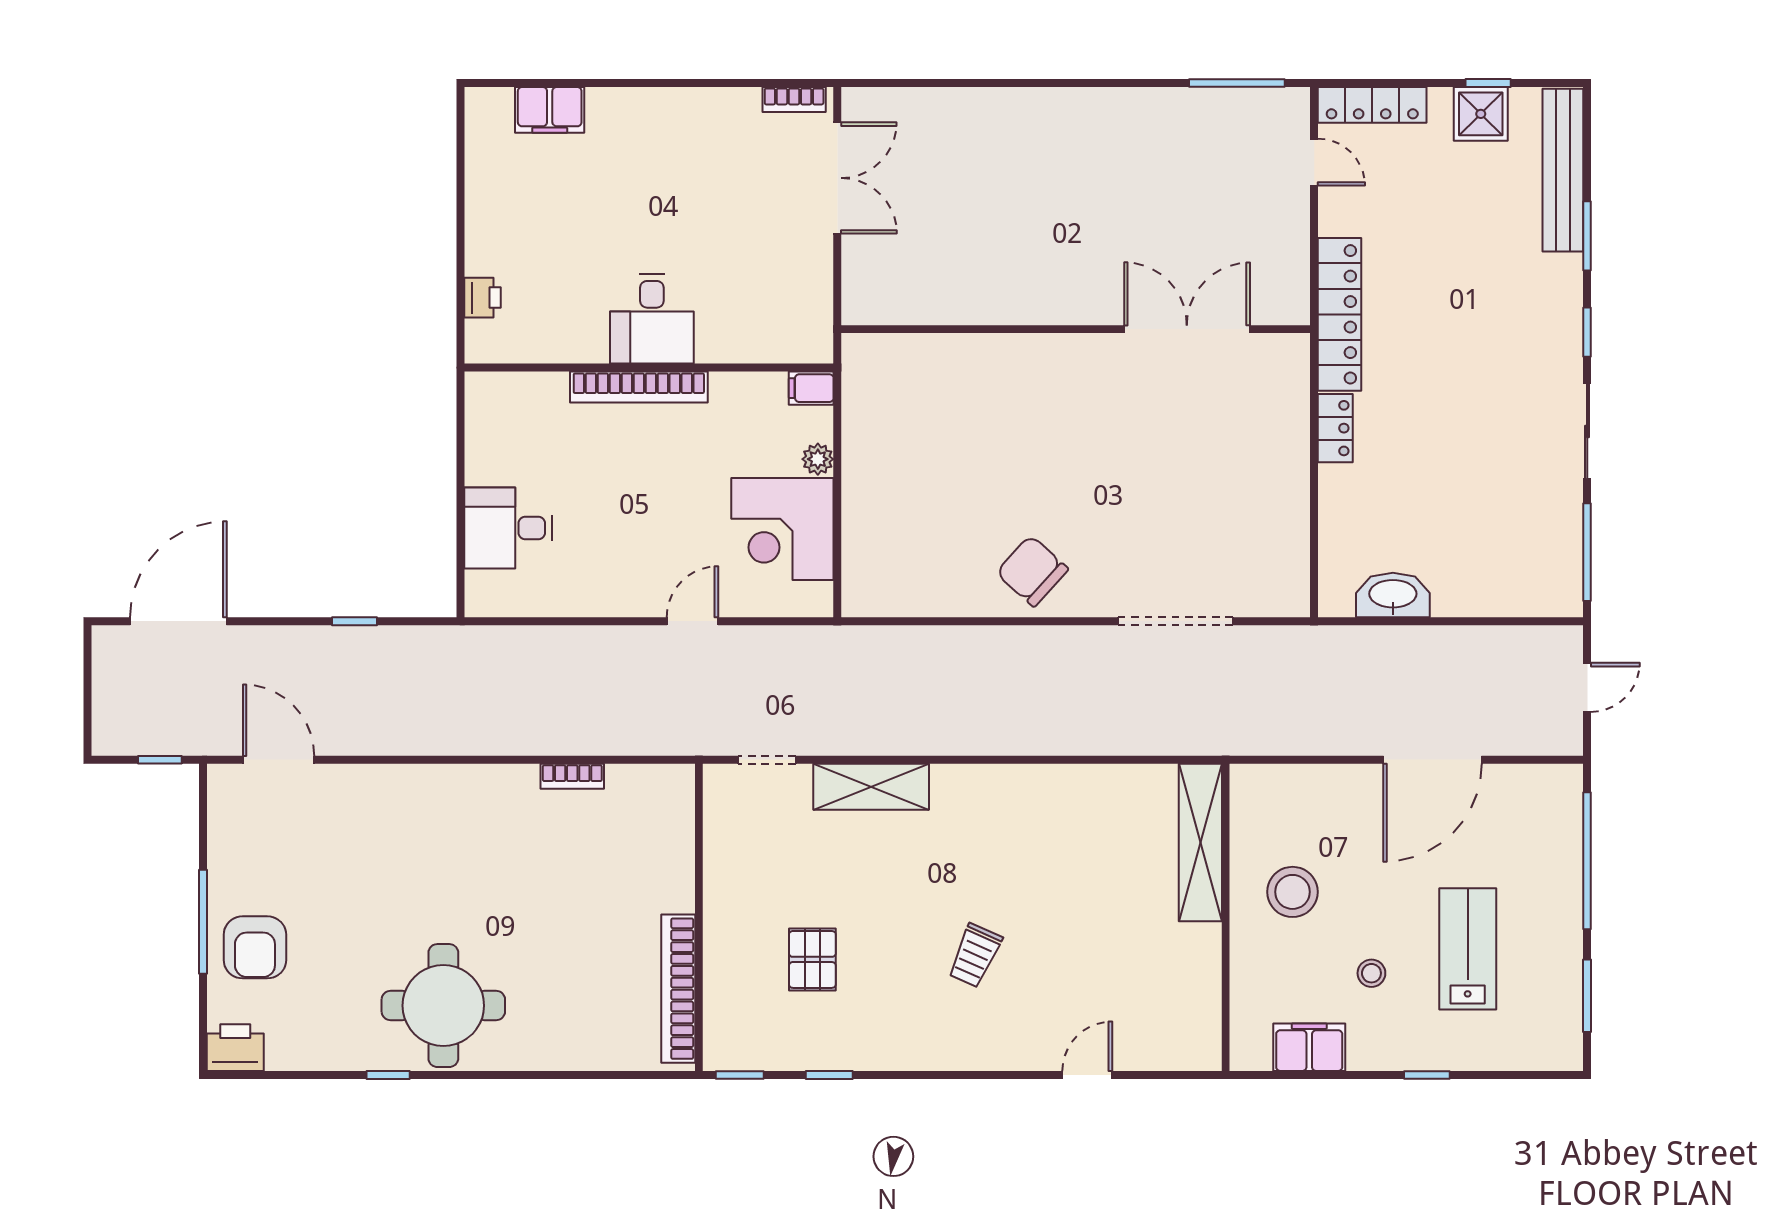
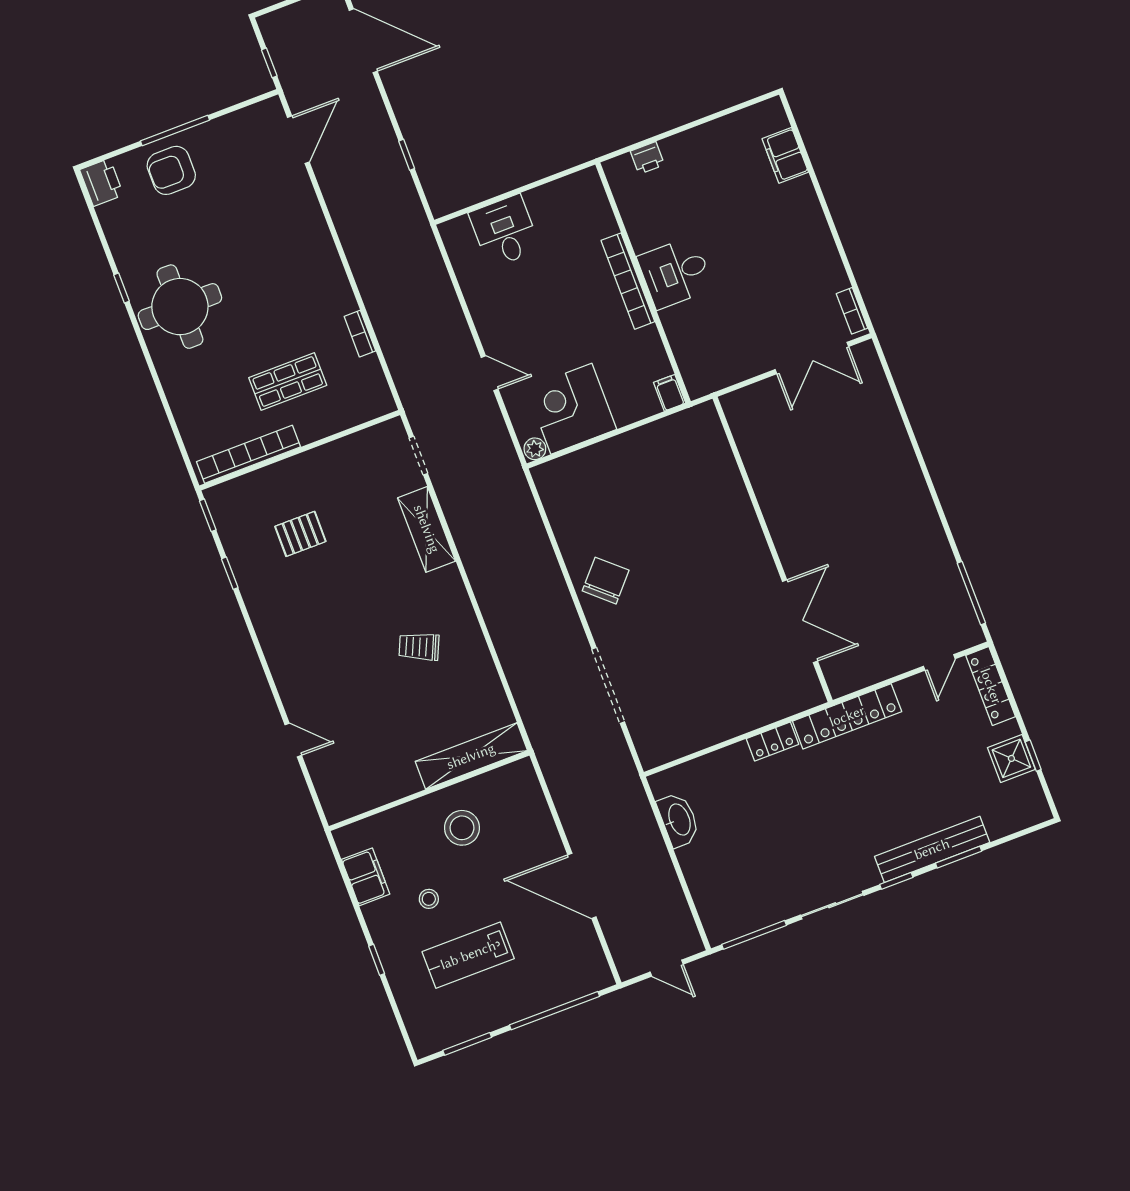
bench: (1563, 170) -> (932, 849), moved
plant: (818, 459) -> (535, 449), moved
shop shelf: (600, 898) -> (288, 382), added
lab bench: (1468, 949) -> (468, 955), turned 180
trolley: (975, 955) -> (419, 647), moved

